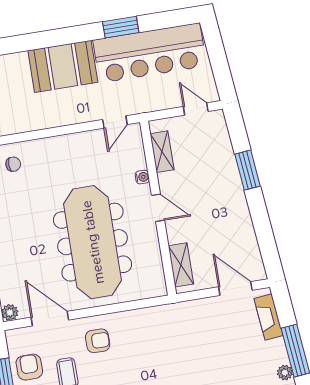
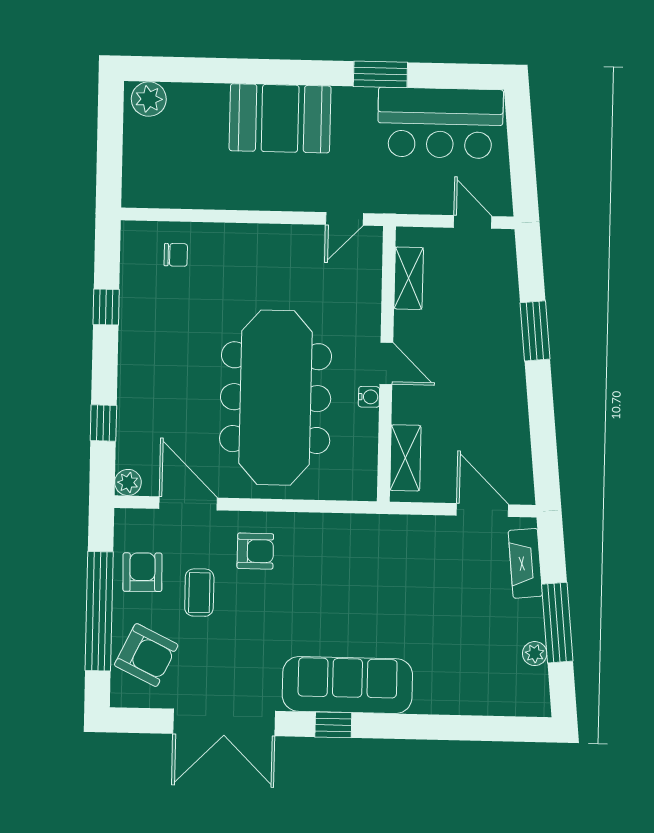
bar counter: (150, 53) -> (440, 123), width x0.73
water cooler: (142, 177) -> (369, 397), moved

